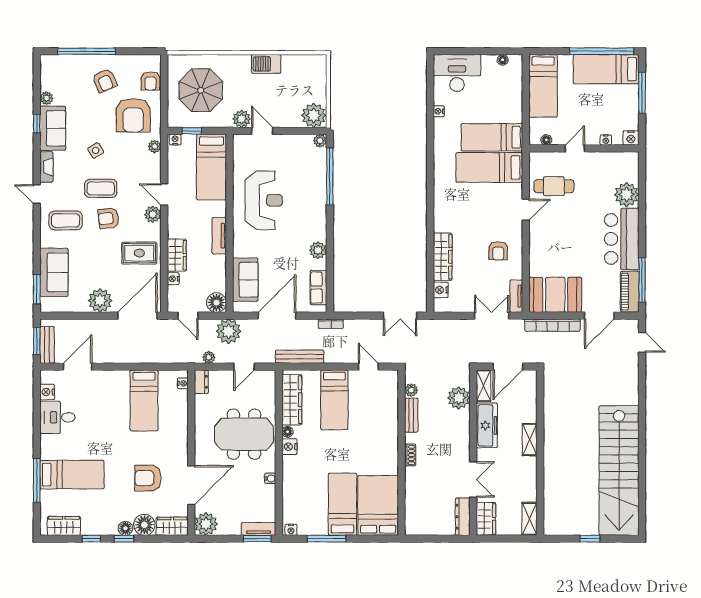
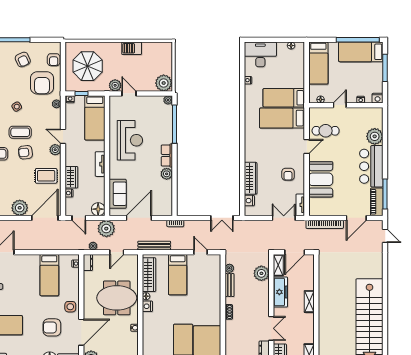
row of seats: (318, 288) -> (167, 155), moved
booth: (555, 295) -> (321, 179), moved, turned 90
side table: (175, 447) -> (70, 307), added

